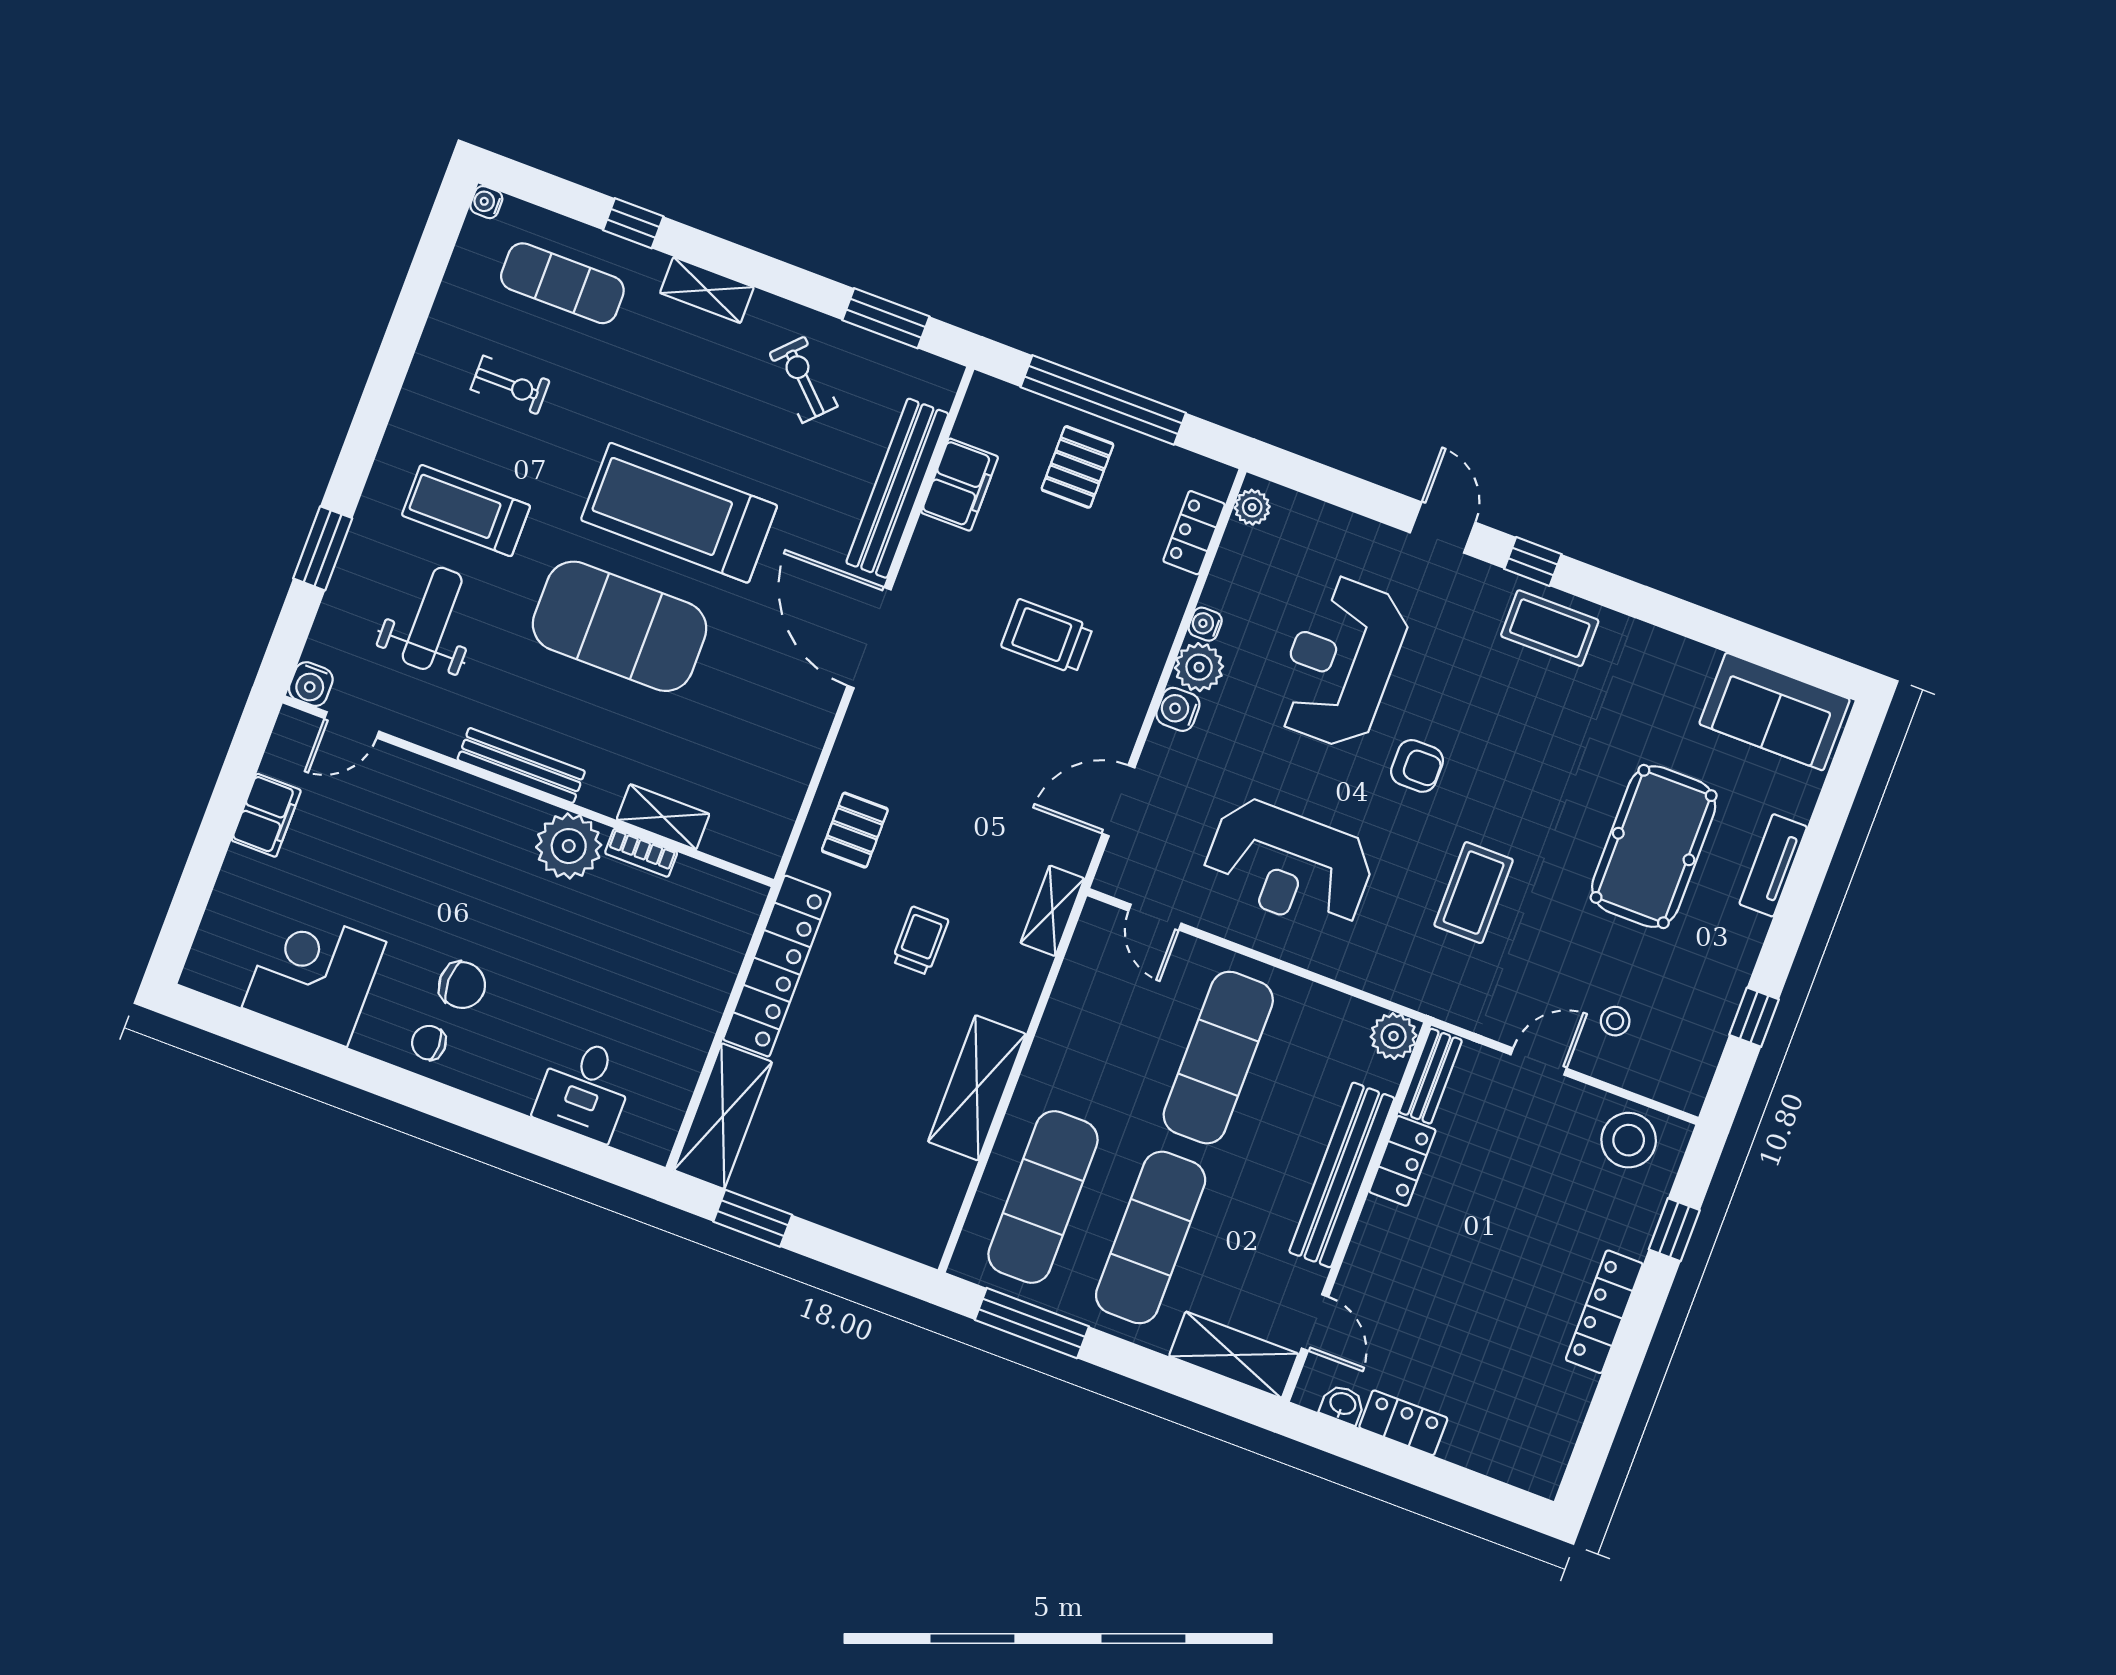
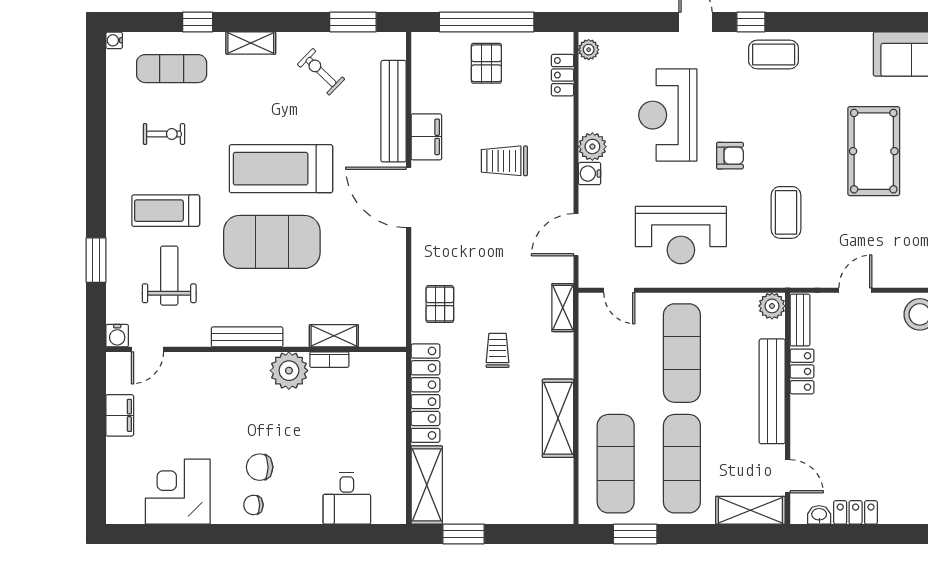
filing cabinet: (960, 485) -> (426, 137), moved
water cooler: (1205, 624) -> (587, 122), removed
chair: (462, 985) -> (260, 467), turned 180
stool: (1615, 1021) -> (888, 253), removed
window: (1032, 1323) -> (635, 534), width x0.69

